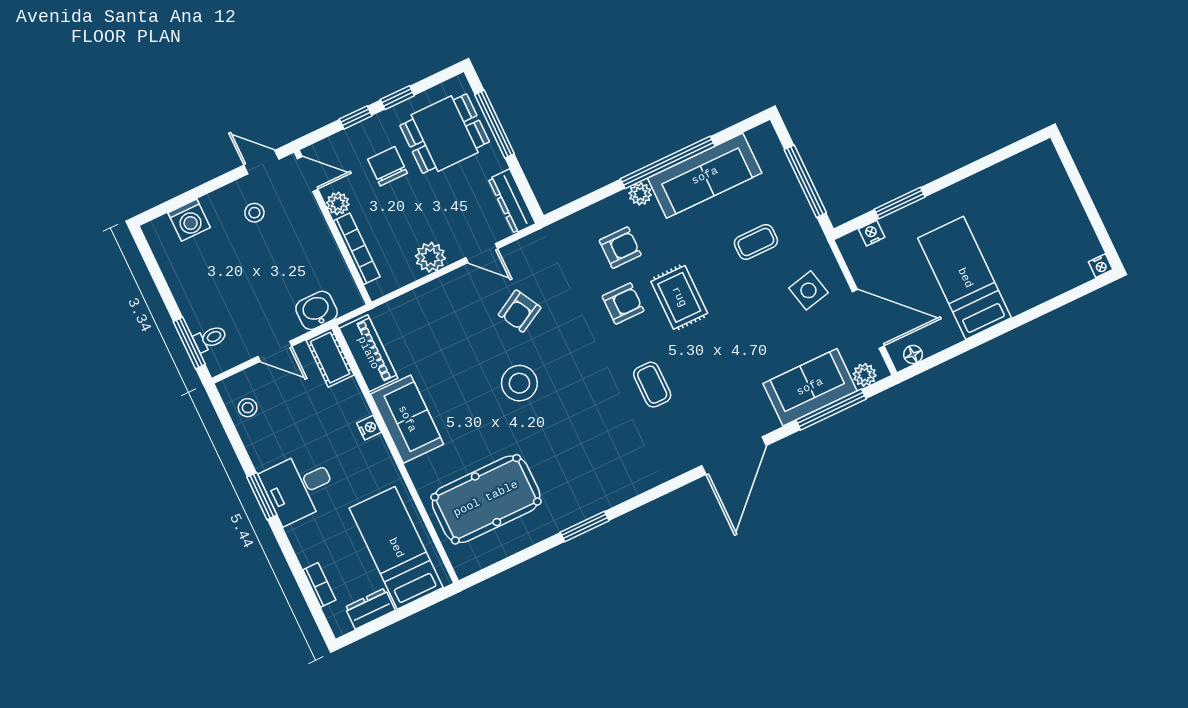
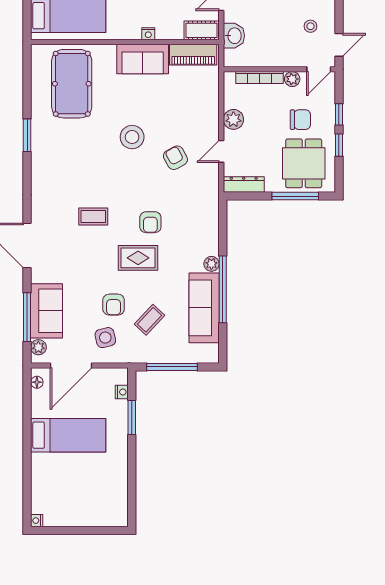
coffee table: (756, 242) -> (149, 320), turned 43
armchair: (620, 248) -> (114, 305), moved

